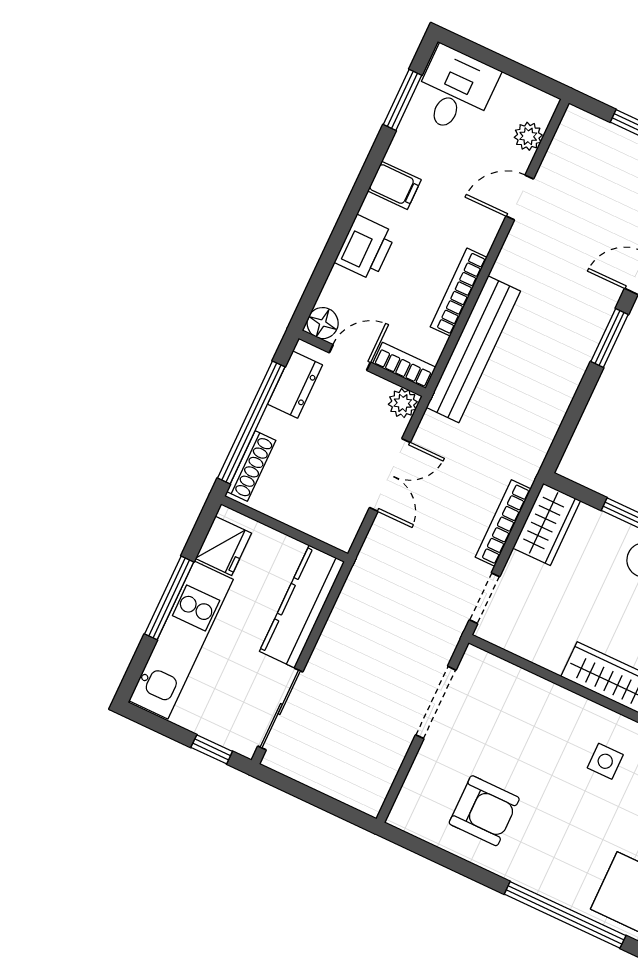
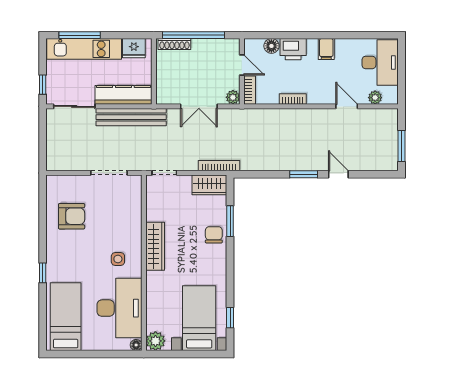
desk: (455, 91) -> (380, 62), width x1.37
window: (402, 100) -> (365, 35), removed
bookcase: (459, 292) -> (293, 99), width x0.64
floor lamp: (323, 323) -> (271, 46), moved
bench: (473, 349) -> (131, 117), moved
dresser: (295, 385) -> (219, 46), removed
bookcase: (503, 523) -> (219, 166), moved
window: (169, 598) -> (80, 35), moved
armchair: (484, 811) -> (72, 216), turned -90
window: (565, 915) -> (43, 273), width x0.32

